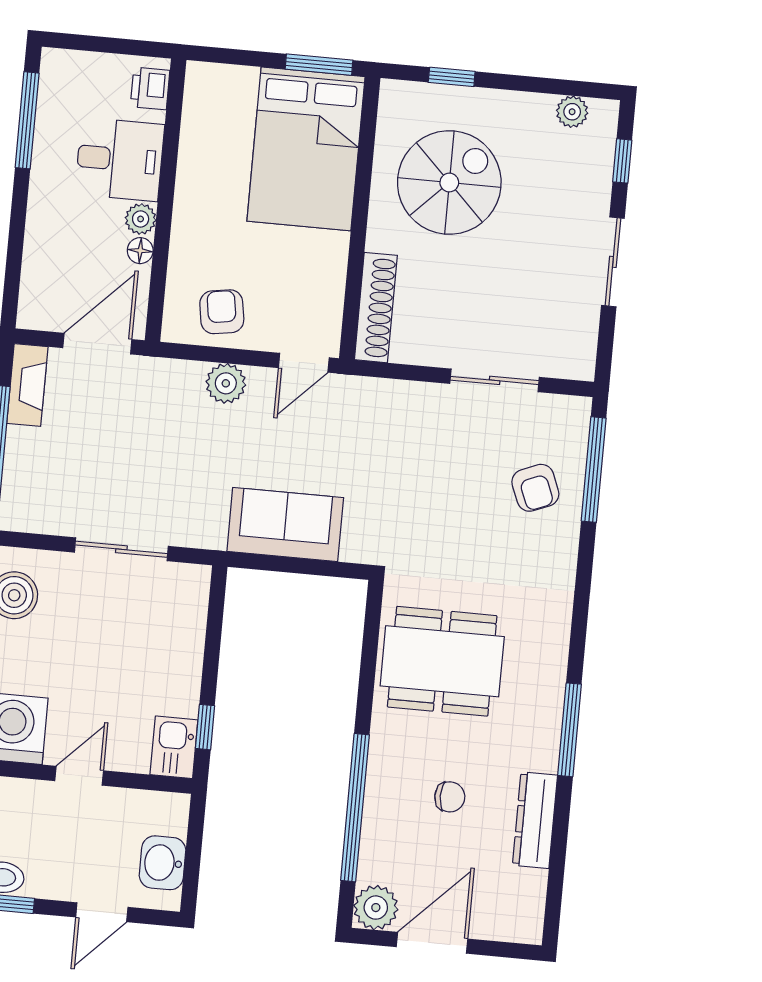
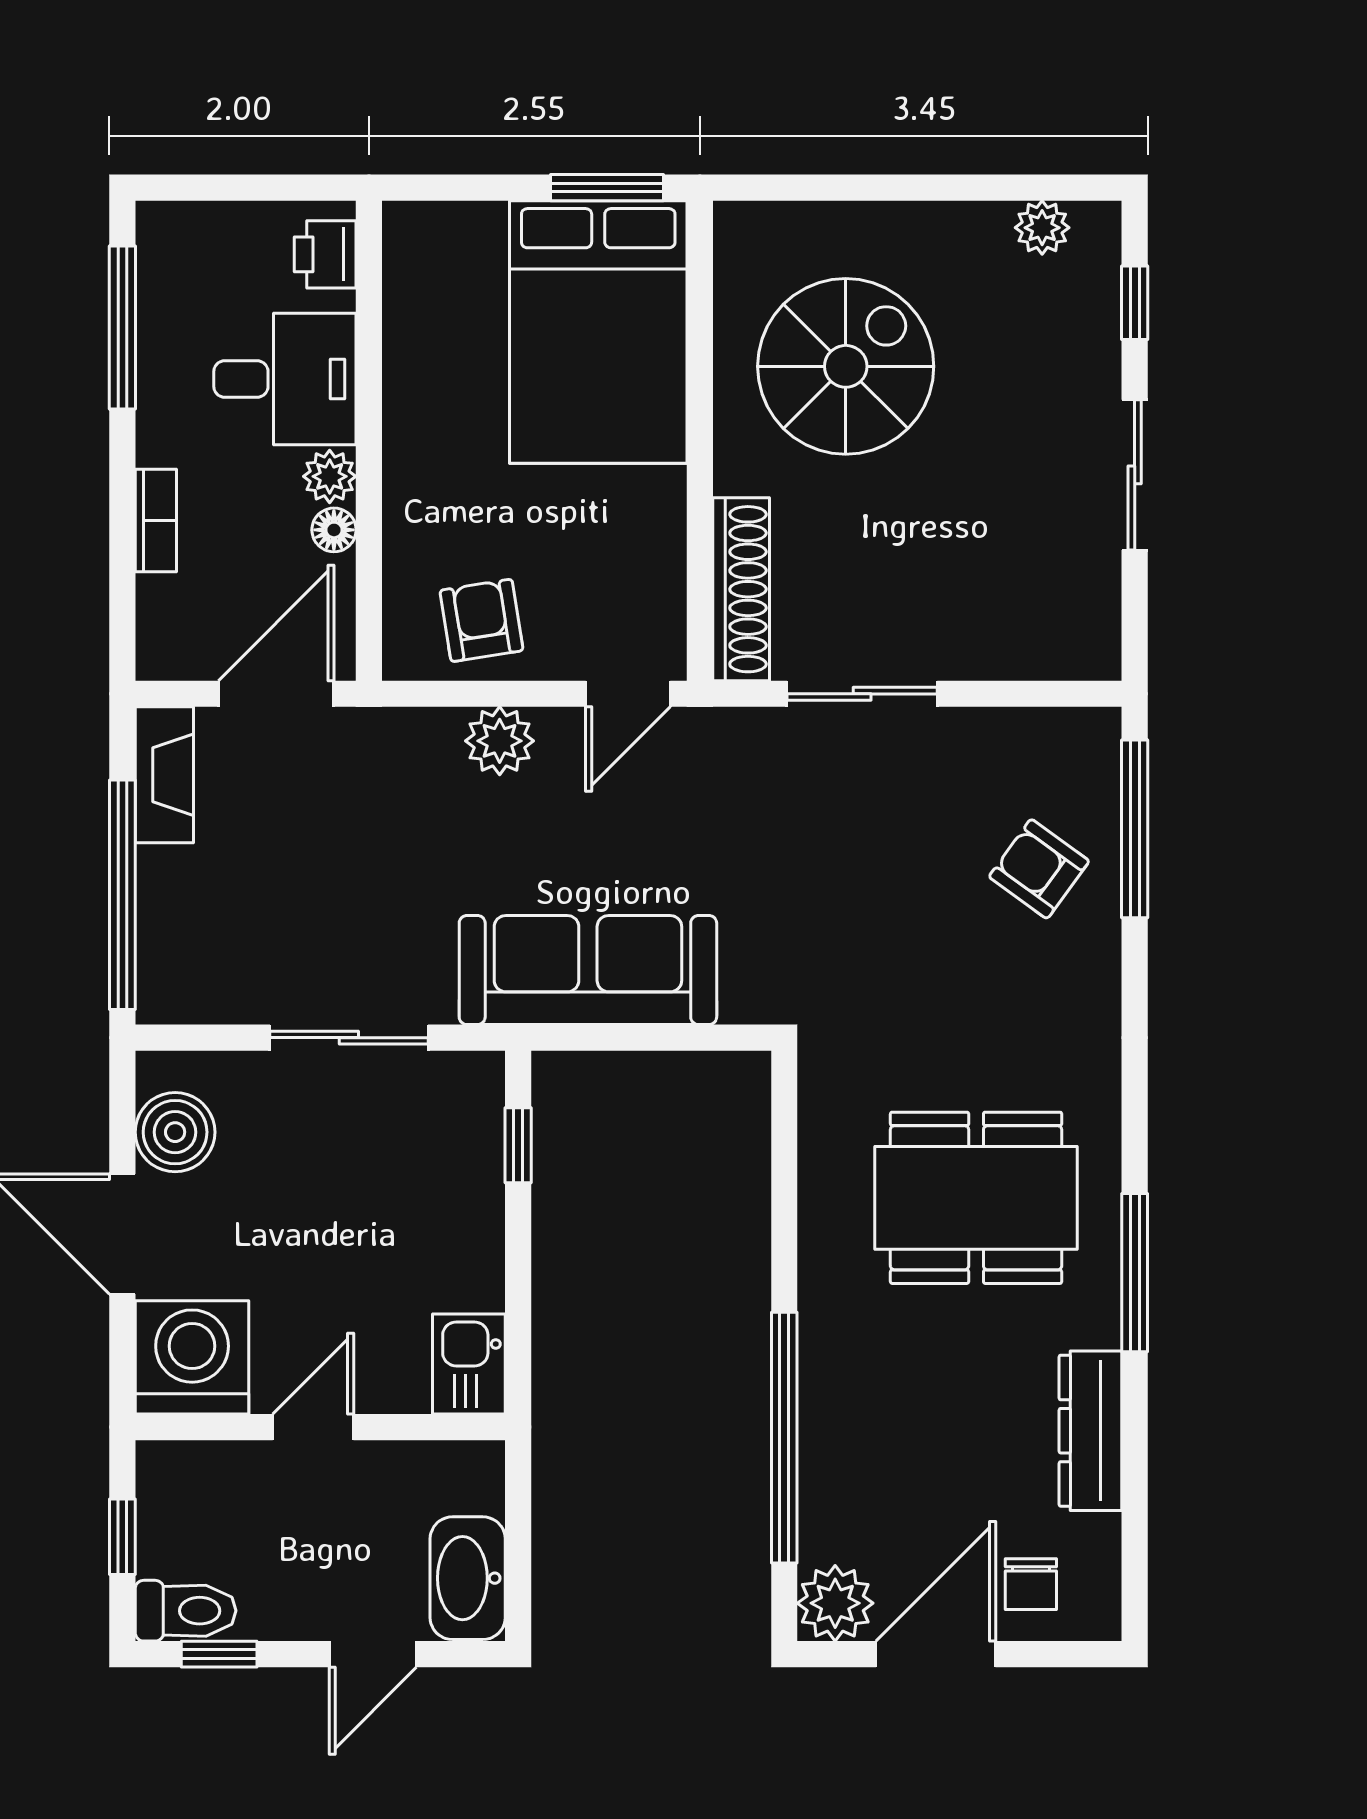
window: (452, 77) -> (833, 188), removed
bookcase: (36, 235) -> (156, 521), added
sliding door: (495, 380) -> (862, 694), moved
armchair: (535, 488) -> (1039, 869), turned 148
sofa: (285, 524) -> (588, 970), width x1.36
dining table: (442, 661) -> (976, 1198), moved
window: (205, 727) -> (518, 1145), moved
chair: (450, 797) -> (1031, 1584), moved, turned 90
washbasin: (162, 863) -> (468, 1578), width x1.38

